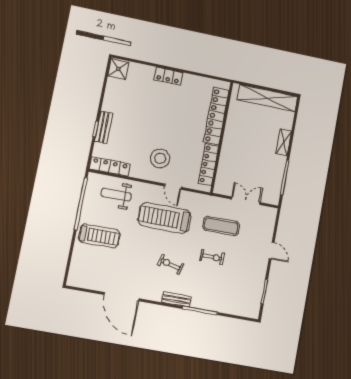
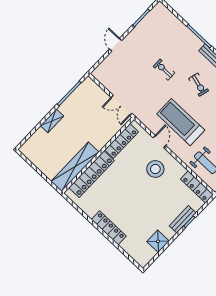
shower: (118, 69) -> (158, 241), moved
locker: (168, 76) -> (109, 228), width x1.53
shelving: (268, 98) -> (75, 167), moved, turned 90
double door: (246, 201) -> (122, 105), moved
treadmill: (165, 218) -> (181, 122), turned 180
exercise mat: (221, 226) -> (142, 88), removed

